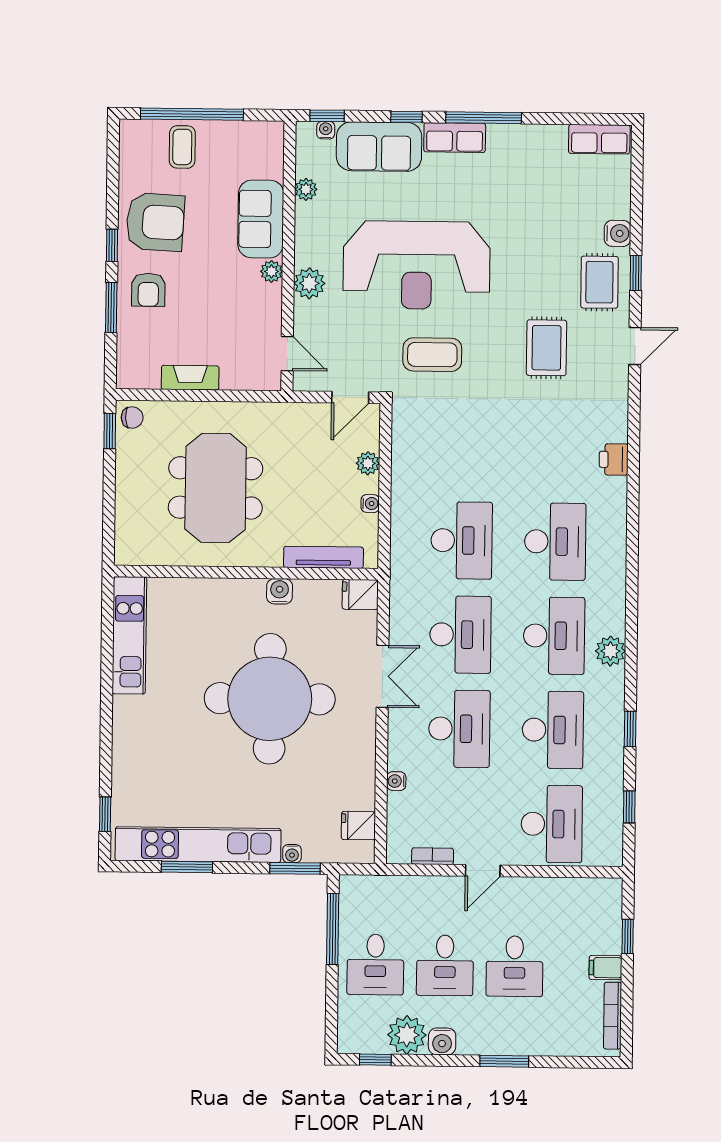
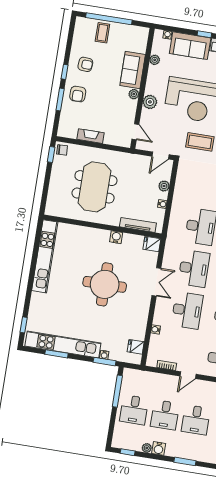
window: (327, 116) -> (169, 28), removed
armchair: (155, 222) -> (85, 64), width x0.53, depth x0.53
kitchen unit: (129, 635) -> (45, 256), width x1.36
round table: (270, 699) -> (105, 284), width x0.73, depth x0.73
plant: (407, 1035) -> (147, 448), width x0.53, depth x0.53

